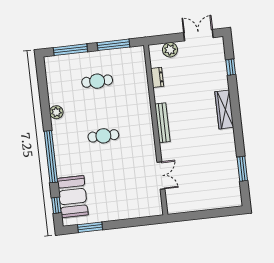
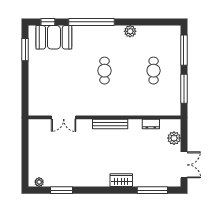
window: (231, 67) -> (152, 190), width x2.17
wardrobe: (224, 109) -> (121, 180), width x0.67
plant: (236, 195) -> (39, 182), added

